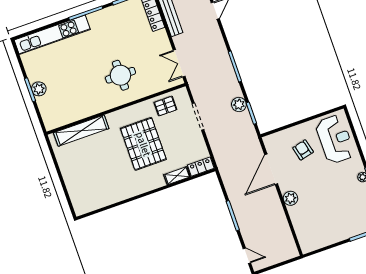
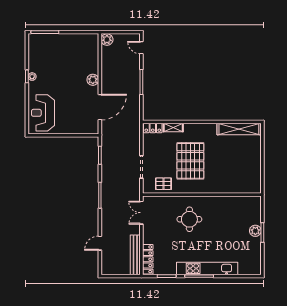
kitchen unit: (52, 35) -> (207, 268), moved
double door: (179, 63) -> (141, 213), swing flipped
plant: (239, 105) -> (107, 40), moved
shelving: (81, 131) -> (239, 129), moved
armchair: (303, 150) -> (70, 113), removed

